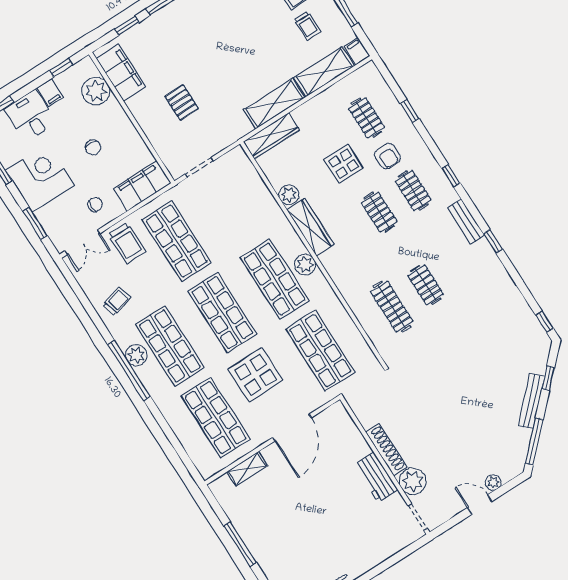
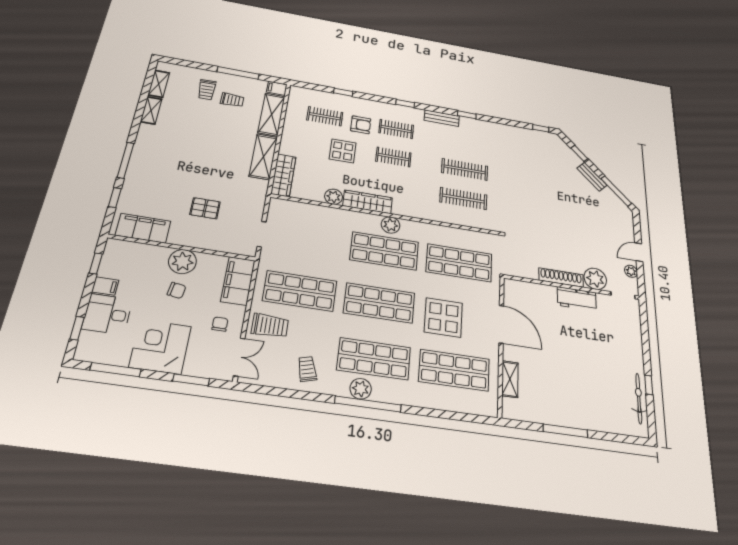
plant: (96, 91) -> (183, 262), moved
clothes rail: (426, 285) -> (465, 169), width x1.36
bench: (532, 401) -> (592, 177), width x0.73
plant: (493, 482) -> (631, 271), moved

